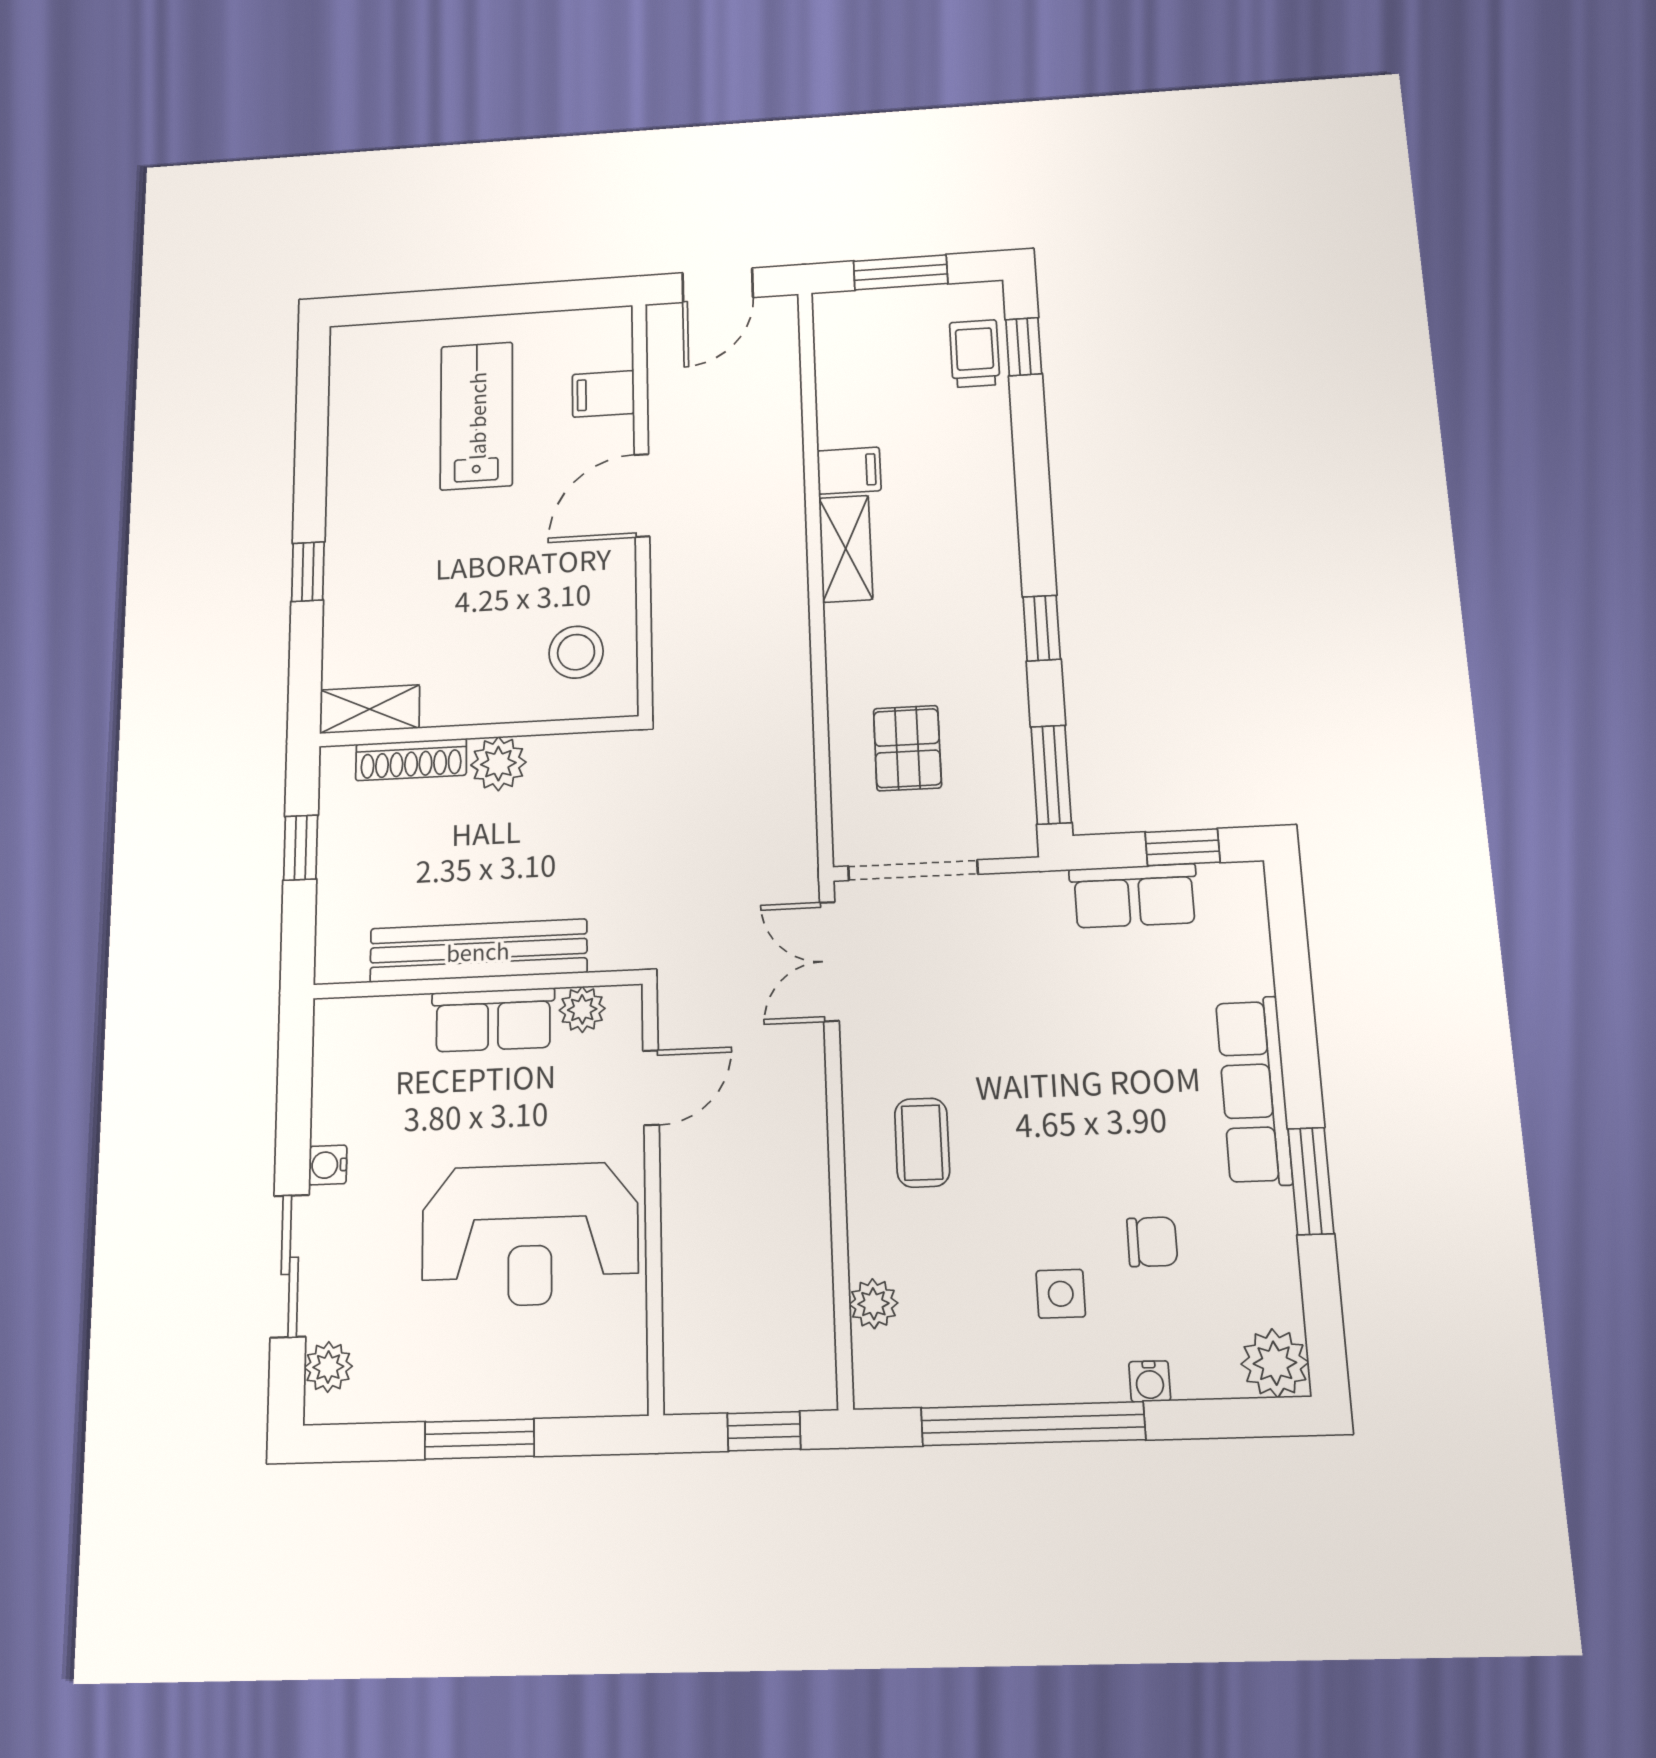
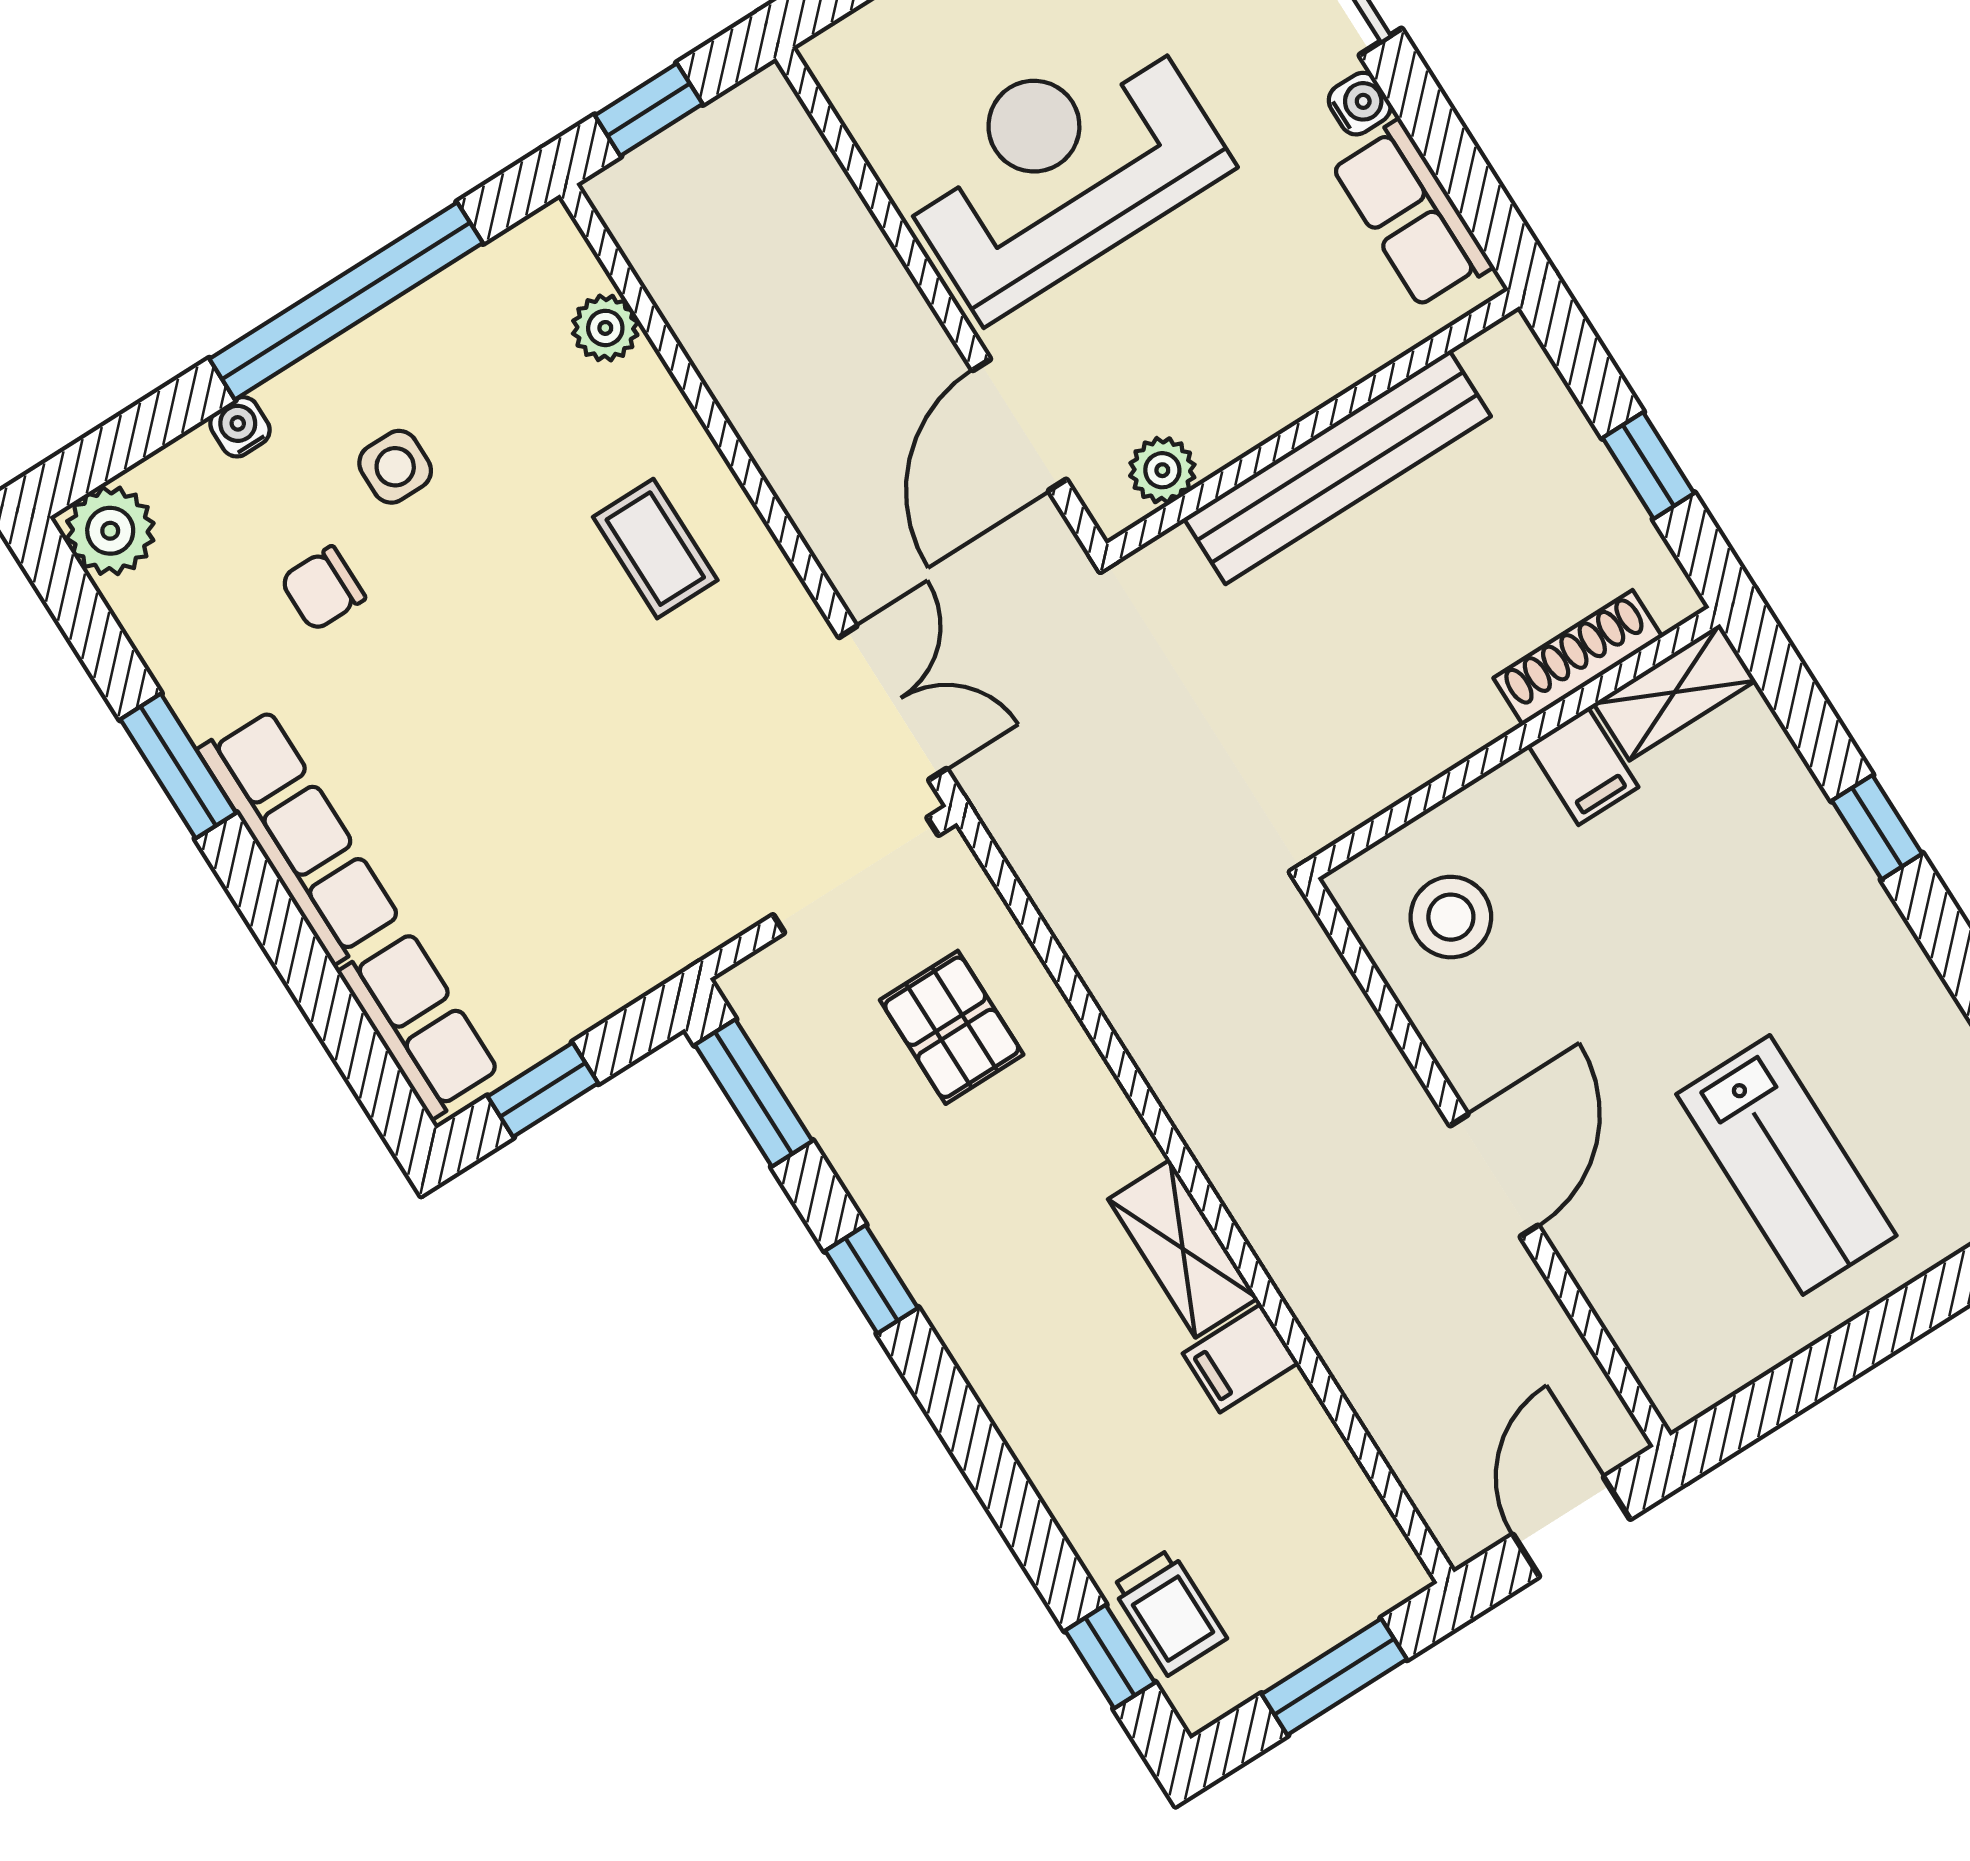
filing cabinet: (603, 394) -> (1583, 766), moved, turned 90
plant: (498, 764) -> (1461, 716), removed
row of seats: (1134, 896) -> (419, 1024), moved, turned 90
row of seats: (493, 1020) -> (1411, 215), moved, turned -90
door: (651, 1088) -> (1020, 425), width x1.38

